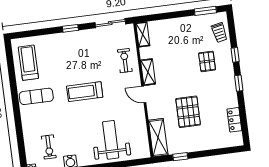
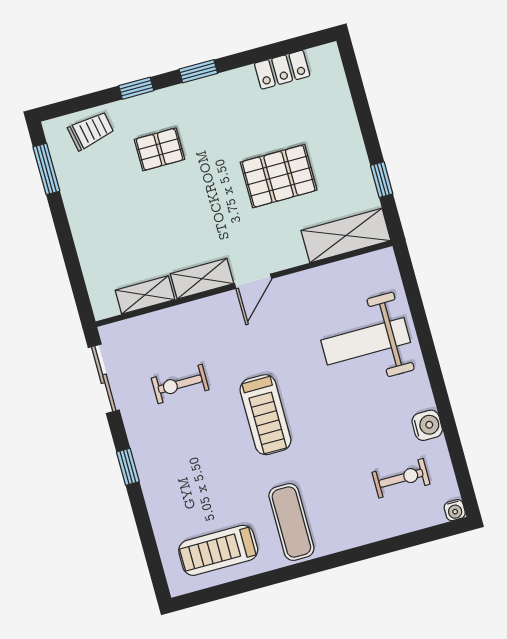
shelving: (143, 34) -> (145, 295), moved
exercise bike: (125, 61) -> (180, 384), moved

